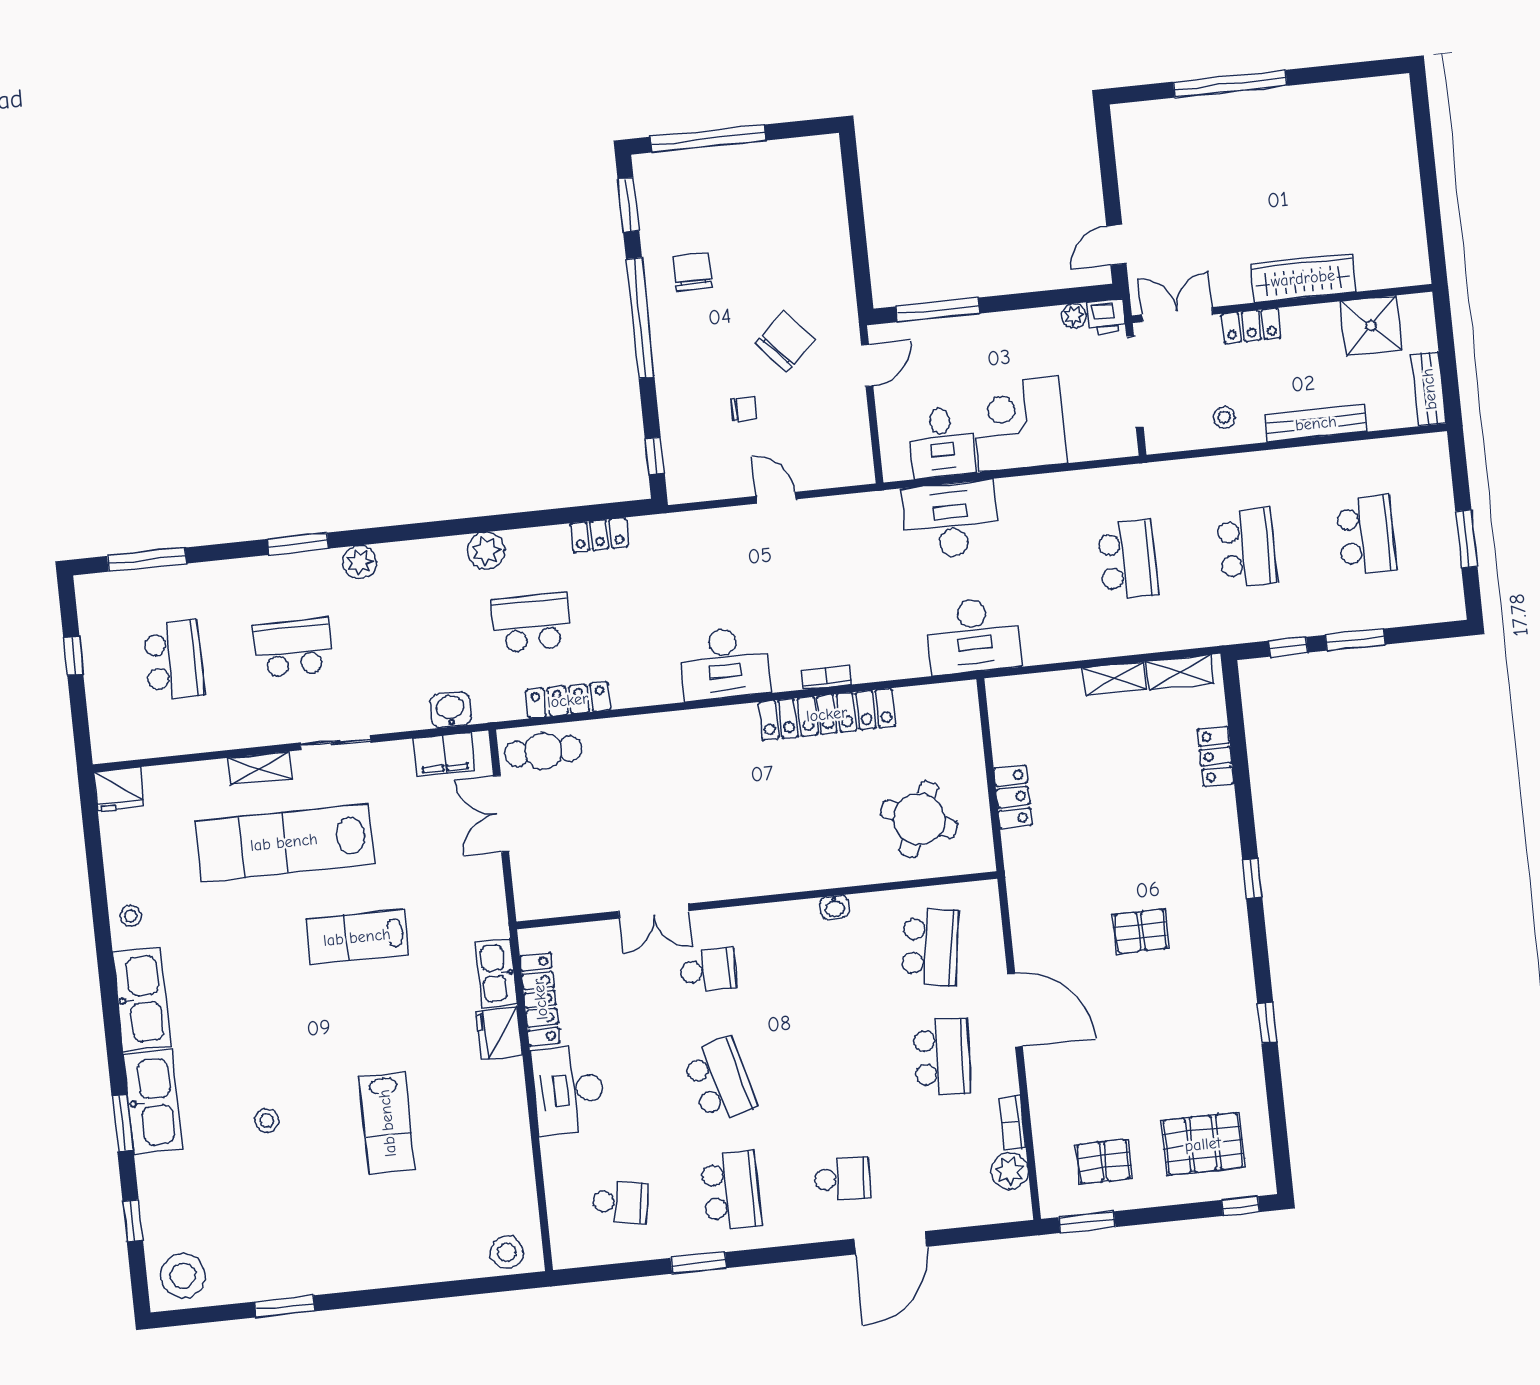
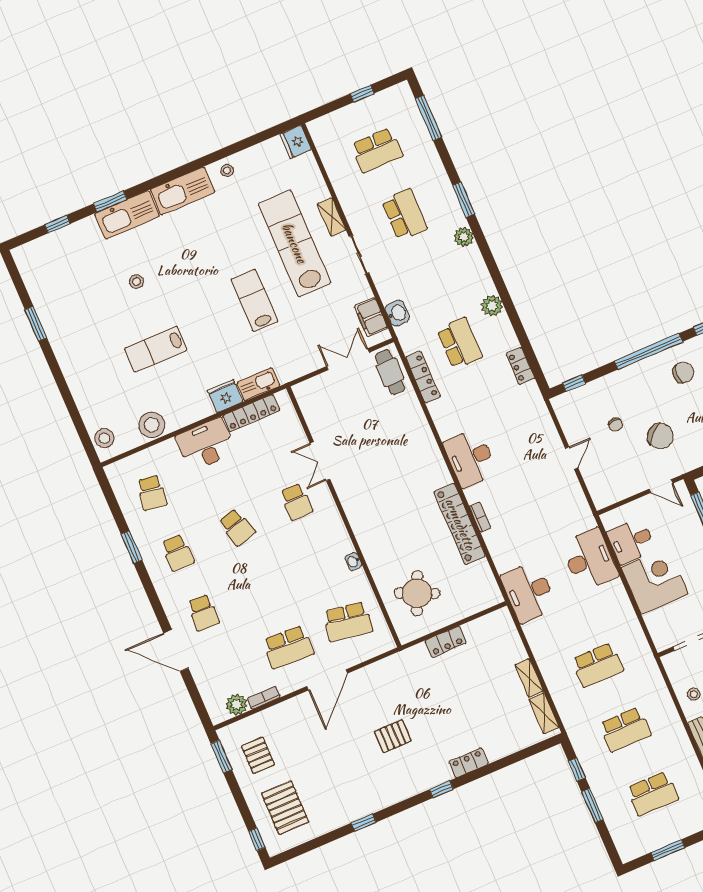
locker: (1216, 756) -> (468, 763), moved
pallet: (1141, 931) -> (393, 736), turned 90
school desk: (720, 1080) -> (237, 527), width x0.54
school desk: (731, 1191) -> (178, 553), width x0.54
stool: (183, 1276) -> (152, 425), moved

